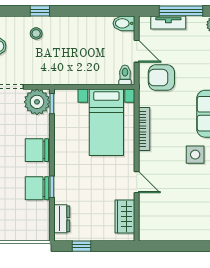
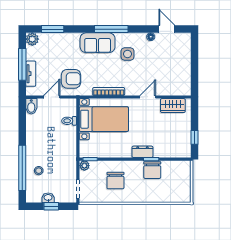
window: (40, 11) -> (22, 168), width x3.17
toilet: (125, 75) -> (69, 121), moved
armchair: (161, 78) -> (71, 79), turned -90
plant: (37, 102) -> (84, 166), width x0.53, depth x0.53
chair: (37, 150) -> (115, 180), moved
dresser: (62, 219) -> (142, 152), moved

